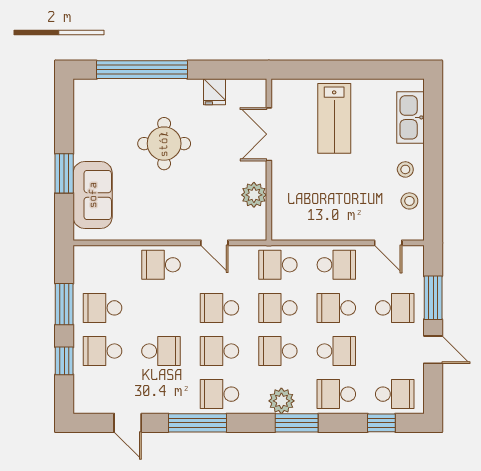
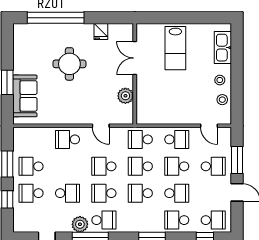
school desk: (219, 394) -> (104, 220), turned 180
plant: (281, 401) -> (80, 224), moved

